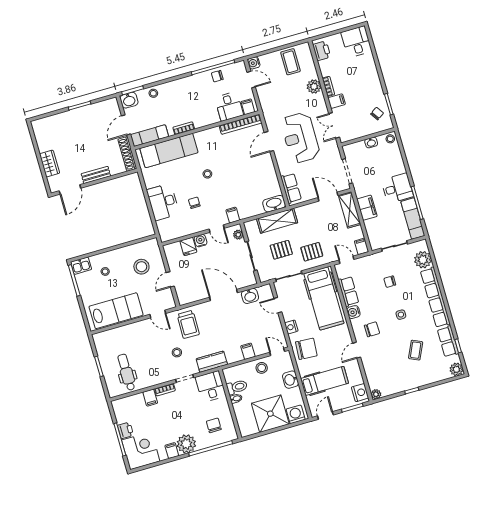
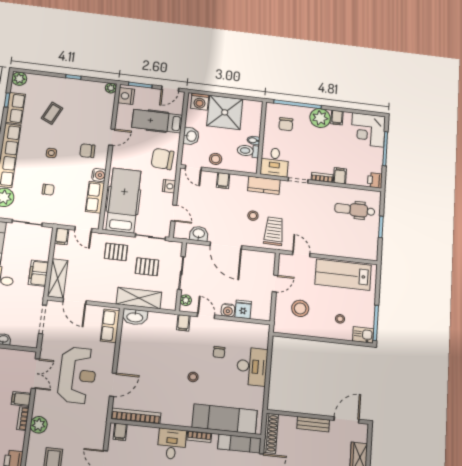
desk: (229, 106) -> (172, 444), moved
stool: (177, 352) -> (253, 216), moved
dental chair: (126, 372) -> (355, 210), turned 90
printer: (125, 430) -> (375, 180), moved

